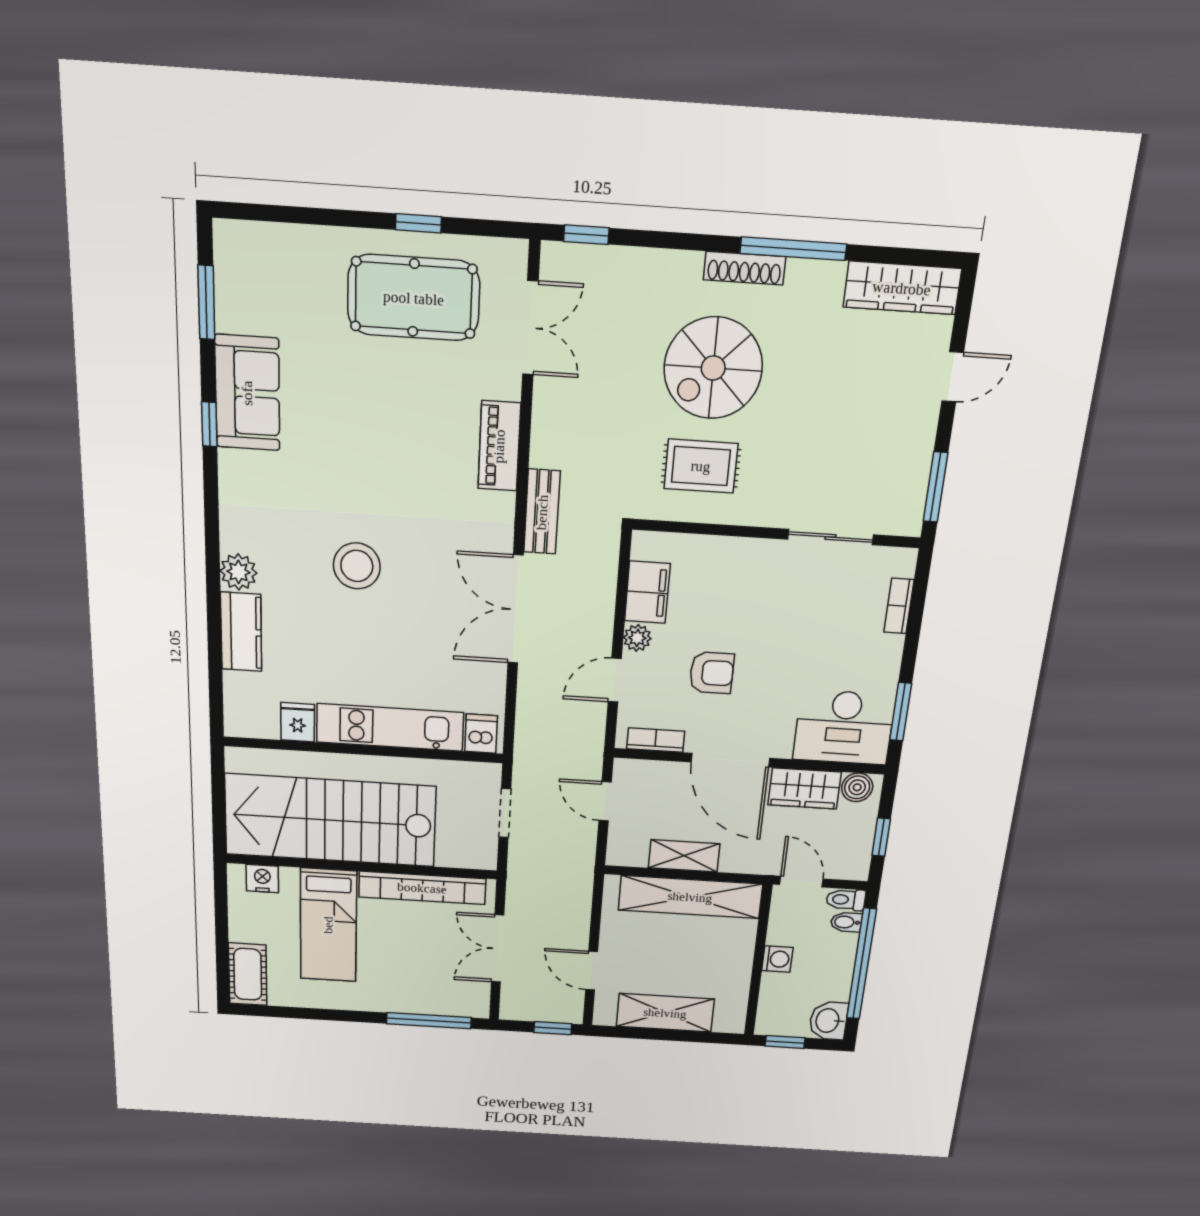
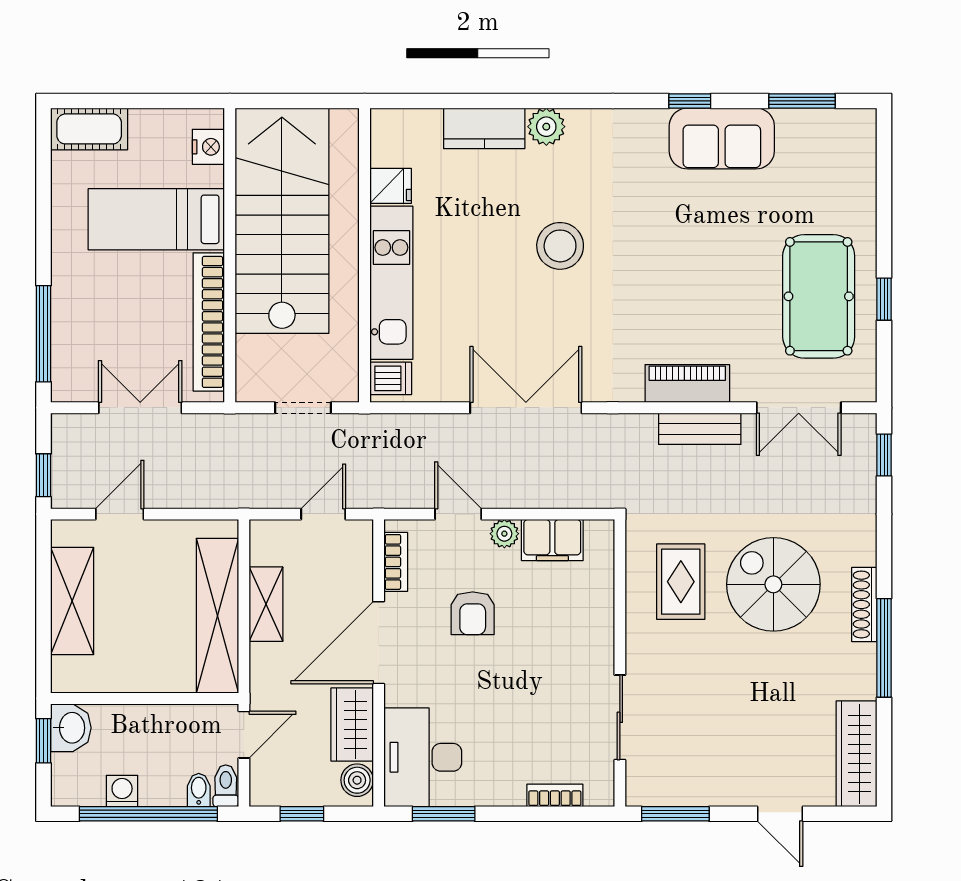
bench: (542, 512) -> (700, 429), moved
washing machine: (777, 959) -> (122, 791), moved, turned 180
washbasin: (828, 1021) -> (71, 728), moved, turned 90

